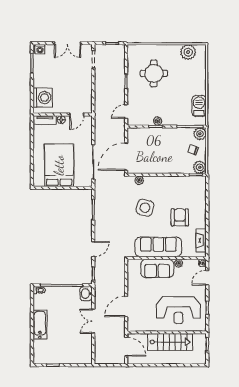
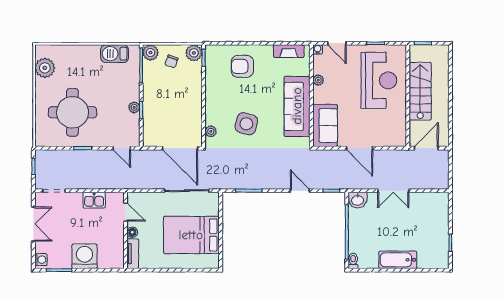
round table: (154, 73) -> (72, 112), width x1.36, depth x1.36
kitchen sink: (86, 90) -> (94, 200), added
washing machine: (43, 98) -> (84, 256), moved
armchair: (180, 217) -> (242, 66), moved
sofa: (157, 269) -> (325, 126), moved
door: (126, 306) -> (360, 148), moved

